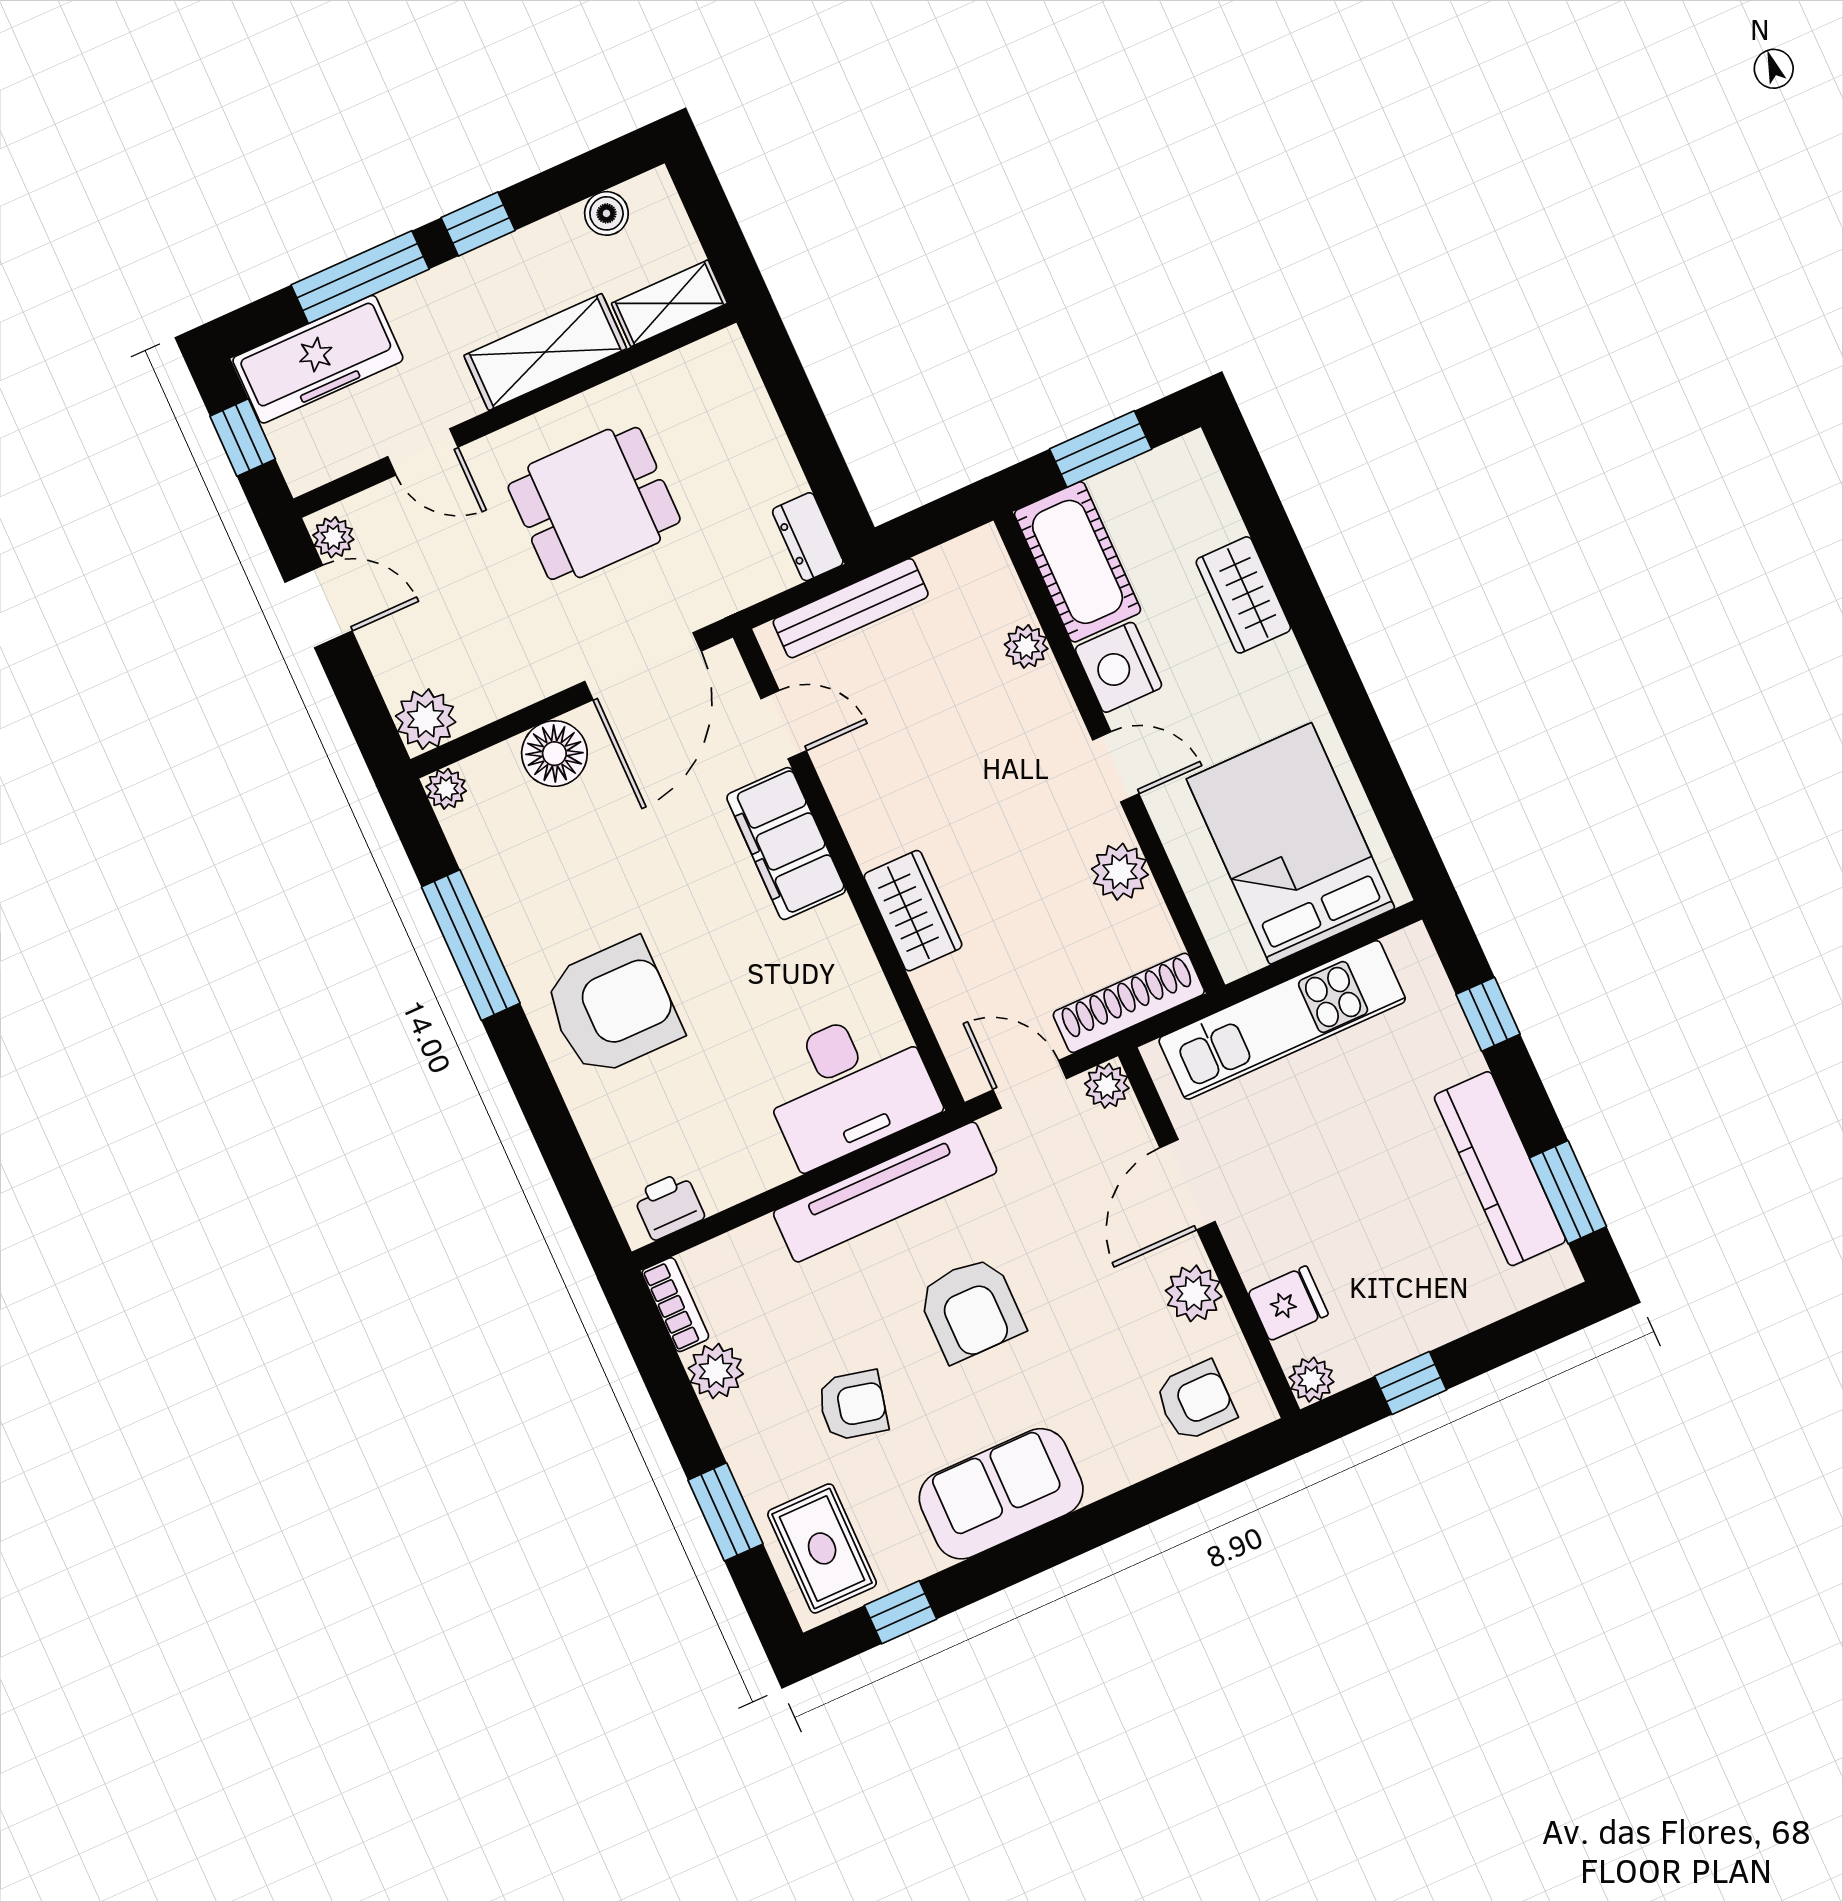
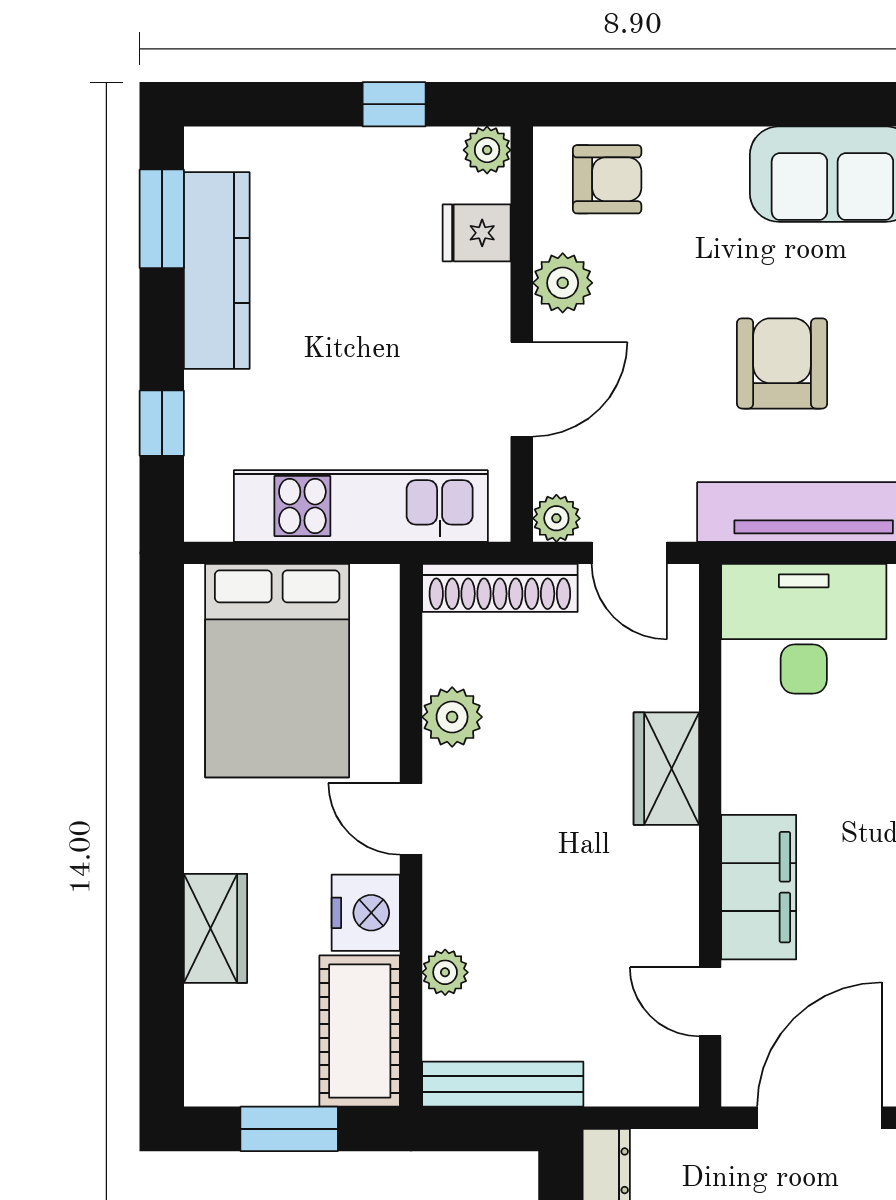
bench: (851, 608) -> (503, 1084), moved
armchair: (1195, 1401) -> (607, 179), turned 180

